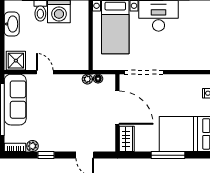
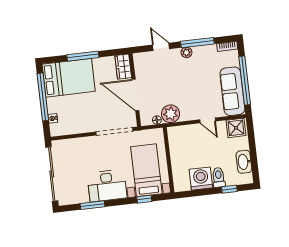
plant: (87, 79) -> (171, 114), width x1.87, depth x1.87
plant: (32, 146) -> (186, 52), moved
window: (46, 155) -> (197, 43), width x2.17

